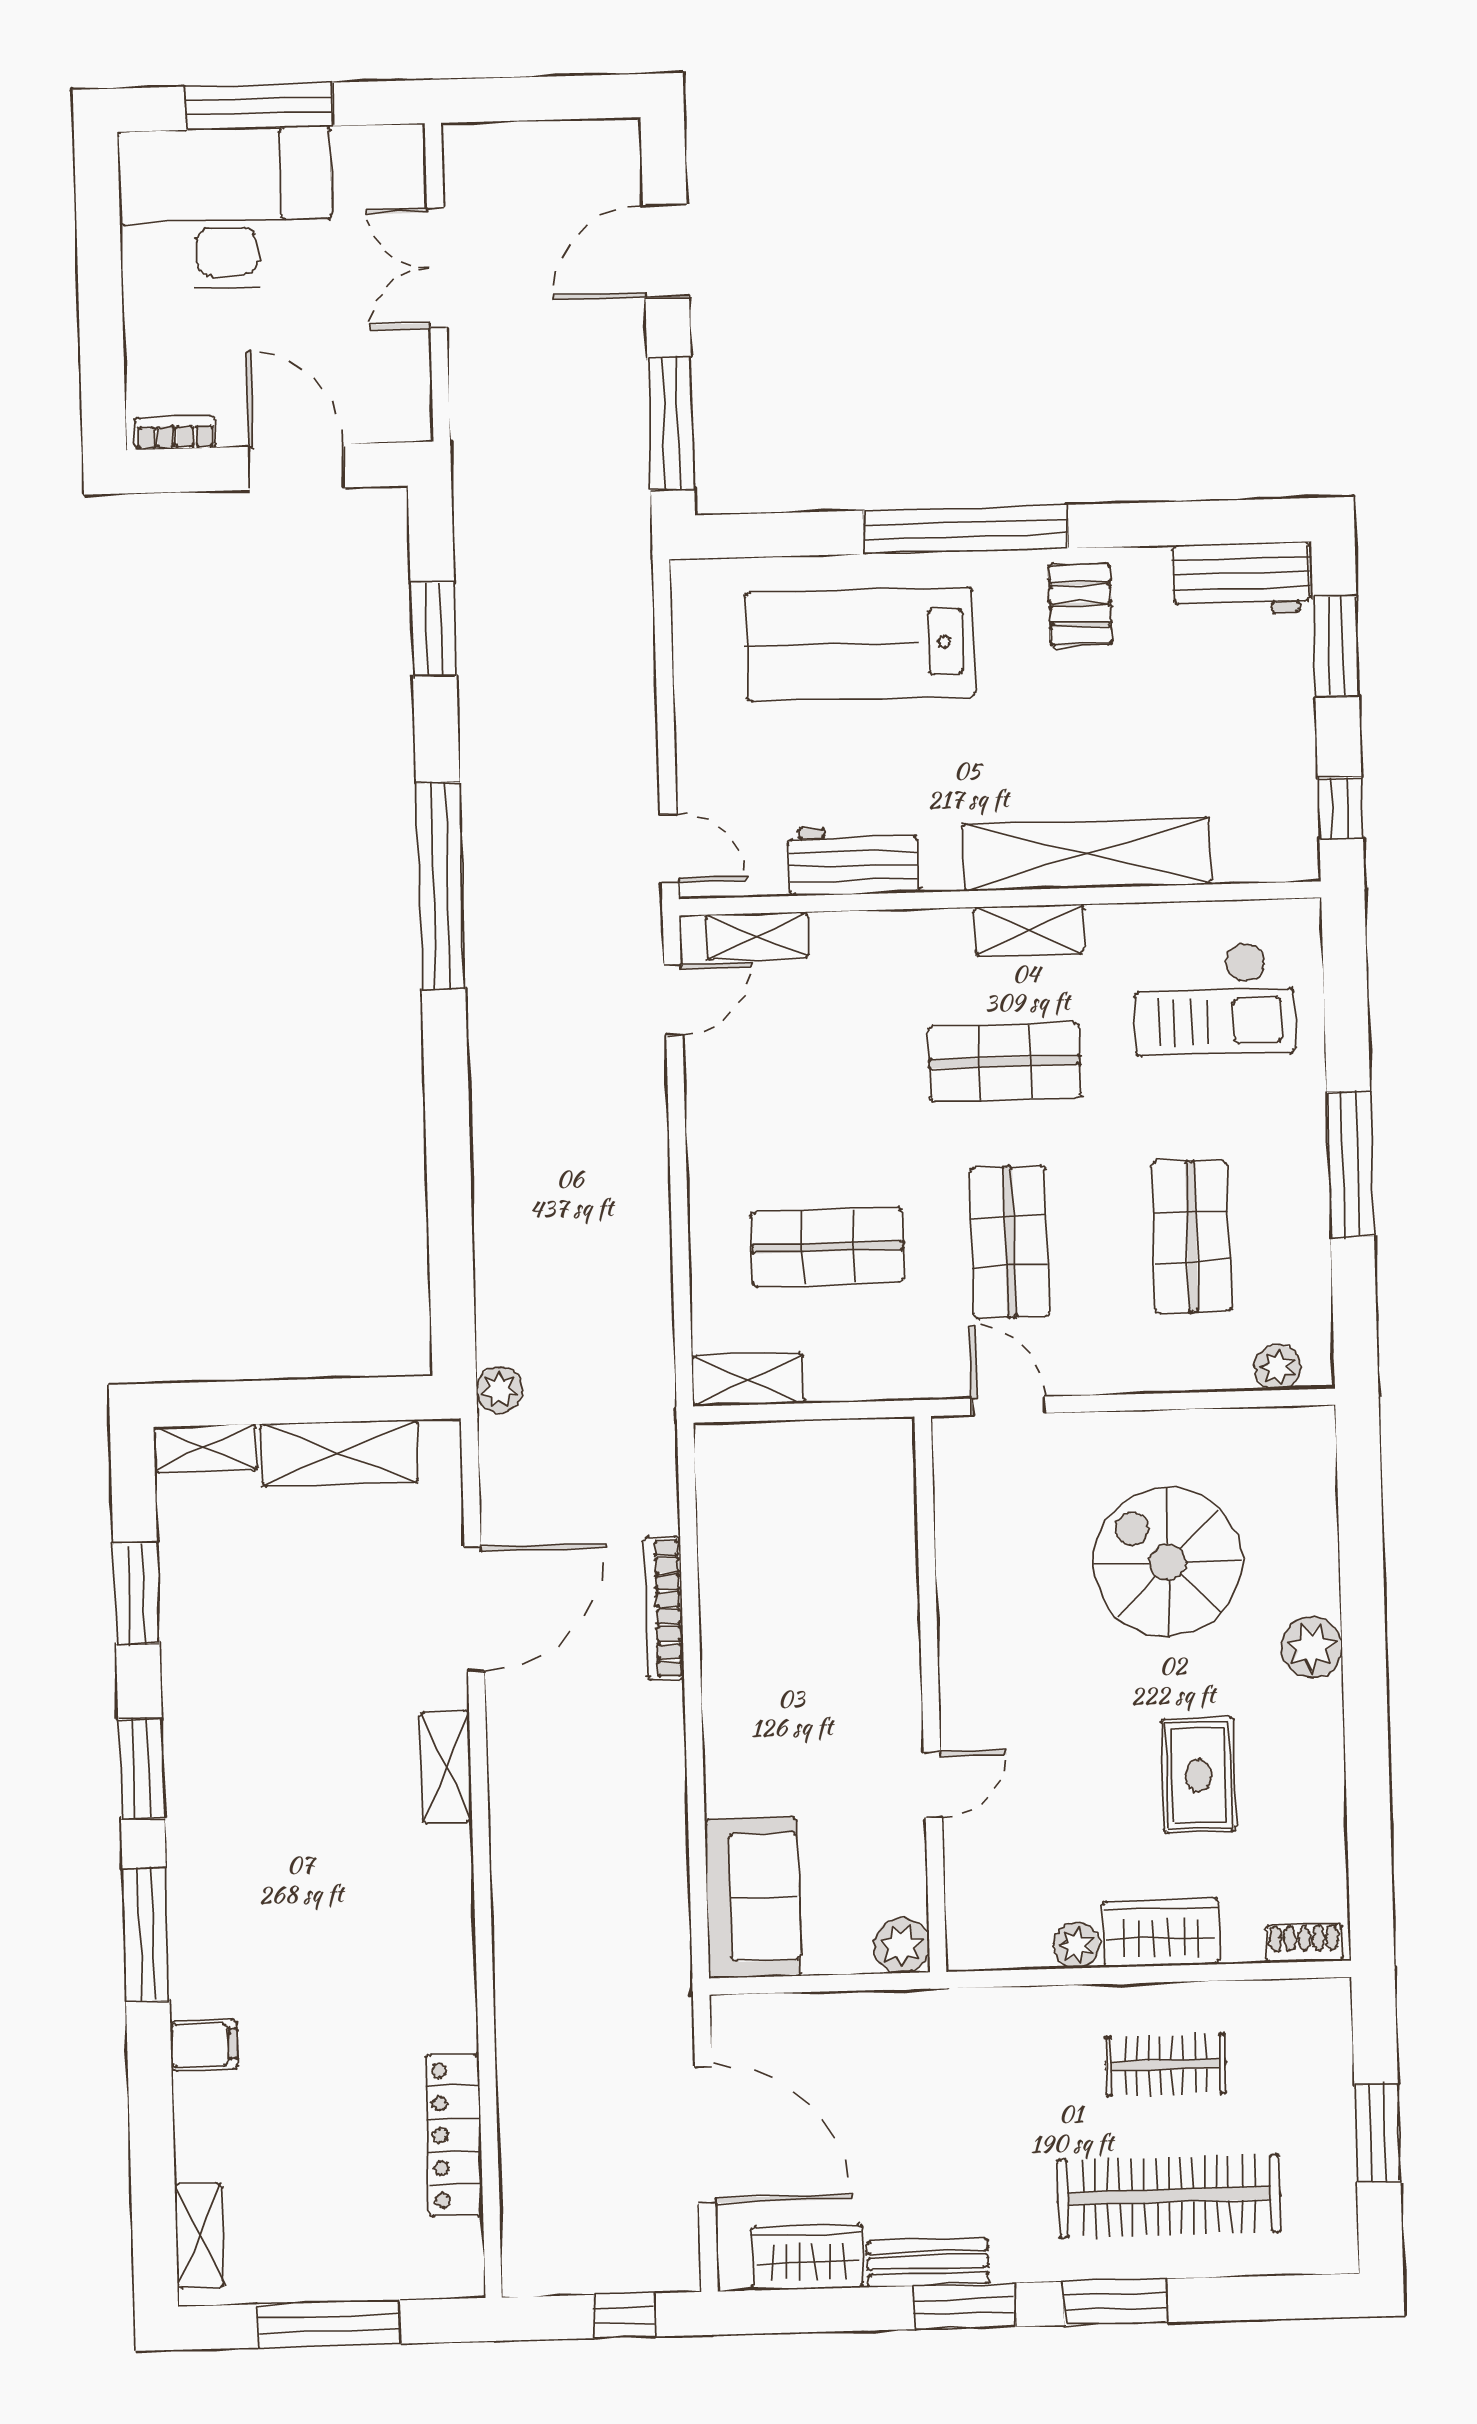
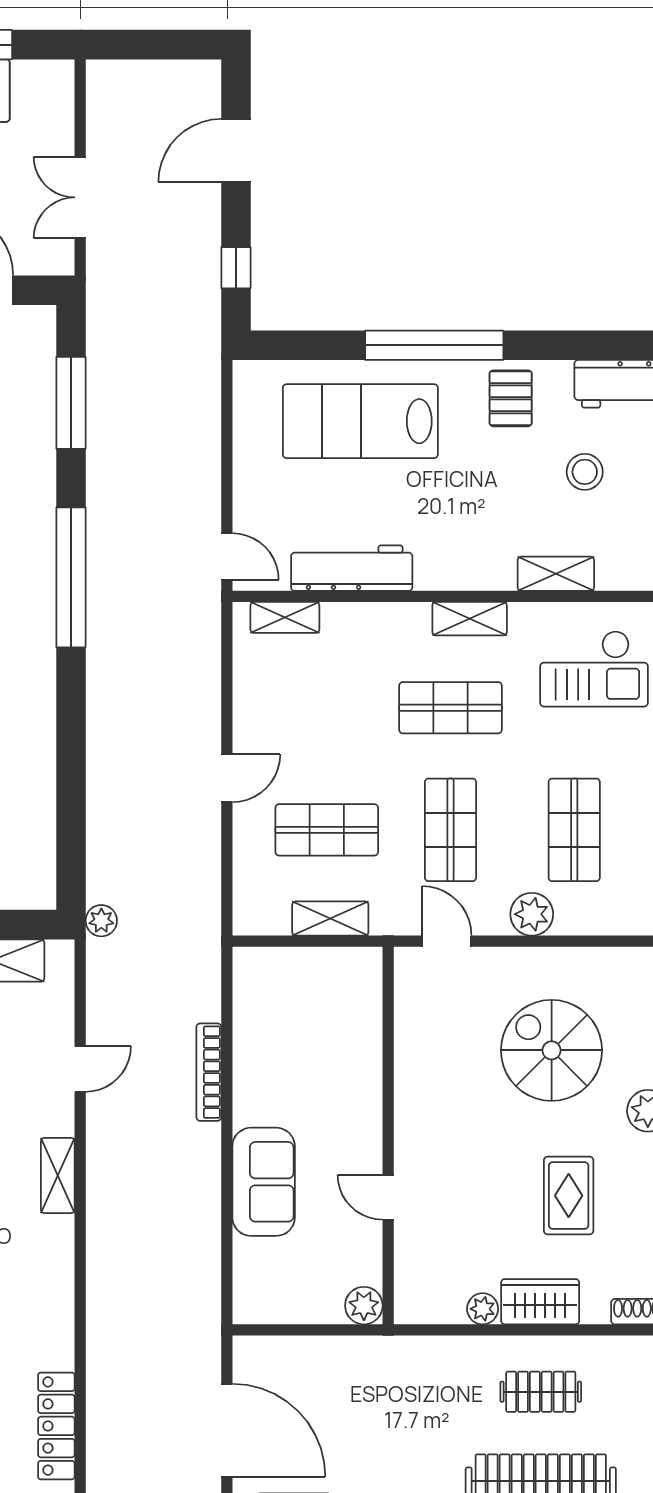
double door: (437, 268) -> (80, 197), moved
window: (671, 423) -> (236, 268), width x0.46
window: (434, 629) -> (71, 403), width x1.44
stool: (1192, 709) -> (585, 472), added
shelving: (1087, 854) -> (556, 574), width x0.45, depth x0.75
workbench: (853, 861) -> (352, 568), width x1.38
door: (673, 1000) -> (227, 778), moved
plant: (1278, 1367) -> (532, 914), moved, width x1.38, depth x1.38
shelving: (748, 1380) -> (330, 918), moved
door: (474, 1609) -> (80, 1069), width x0.53
door: (933, 1785) -> (388, 1197), swing flipped
sofa: (753, 1898) -> (264, 1182), moved

